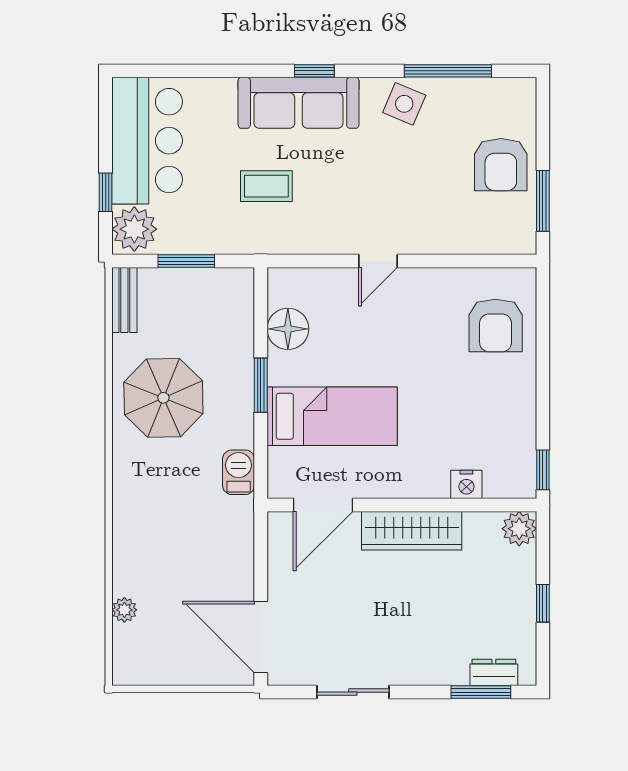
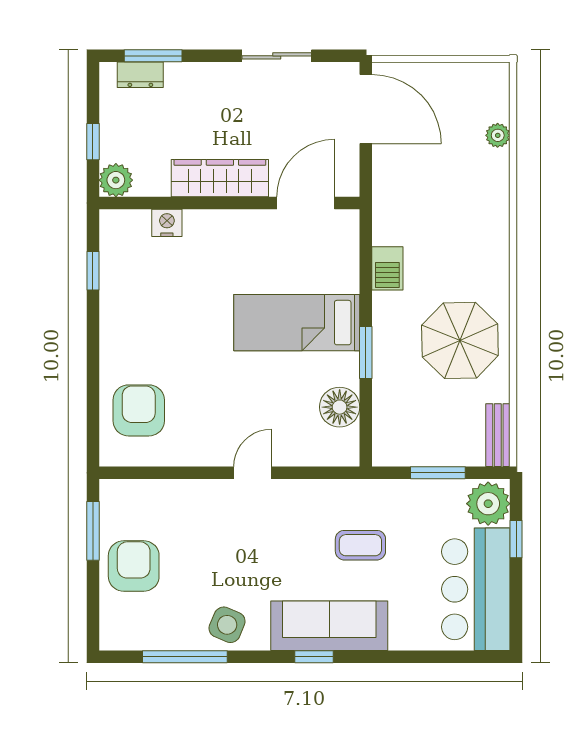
nightstand: (466, 484) -> (167, 223), moved
door: (323, 505) -> (306, 203), moved
wall: (402, 505) -> (229, 203), moved
plant: (519, 529) -> (116, 180), moved
wardrobe: (412, 531) -> (220, 178), moved

